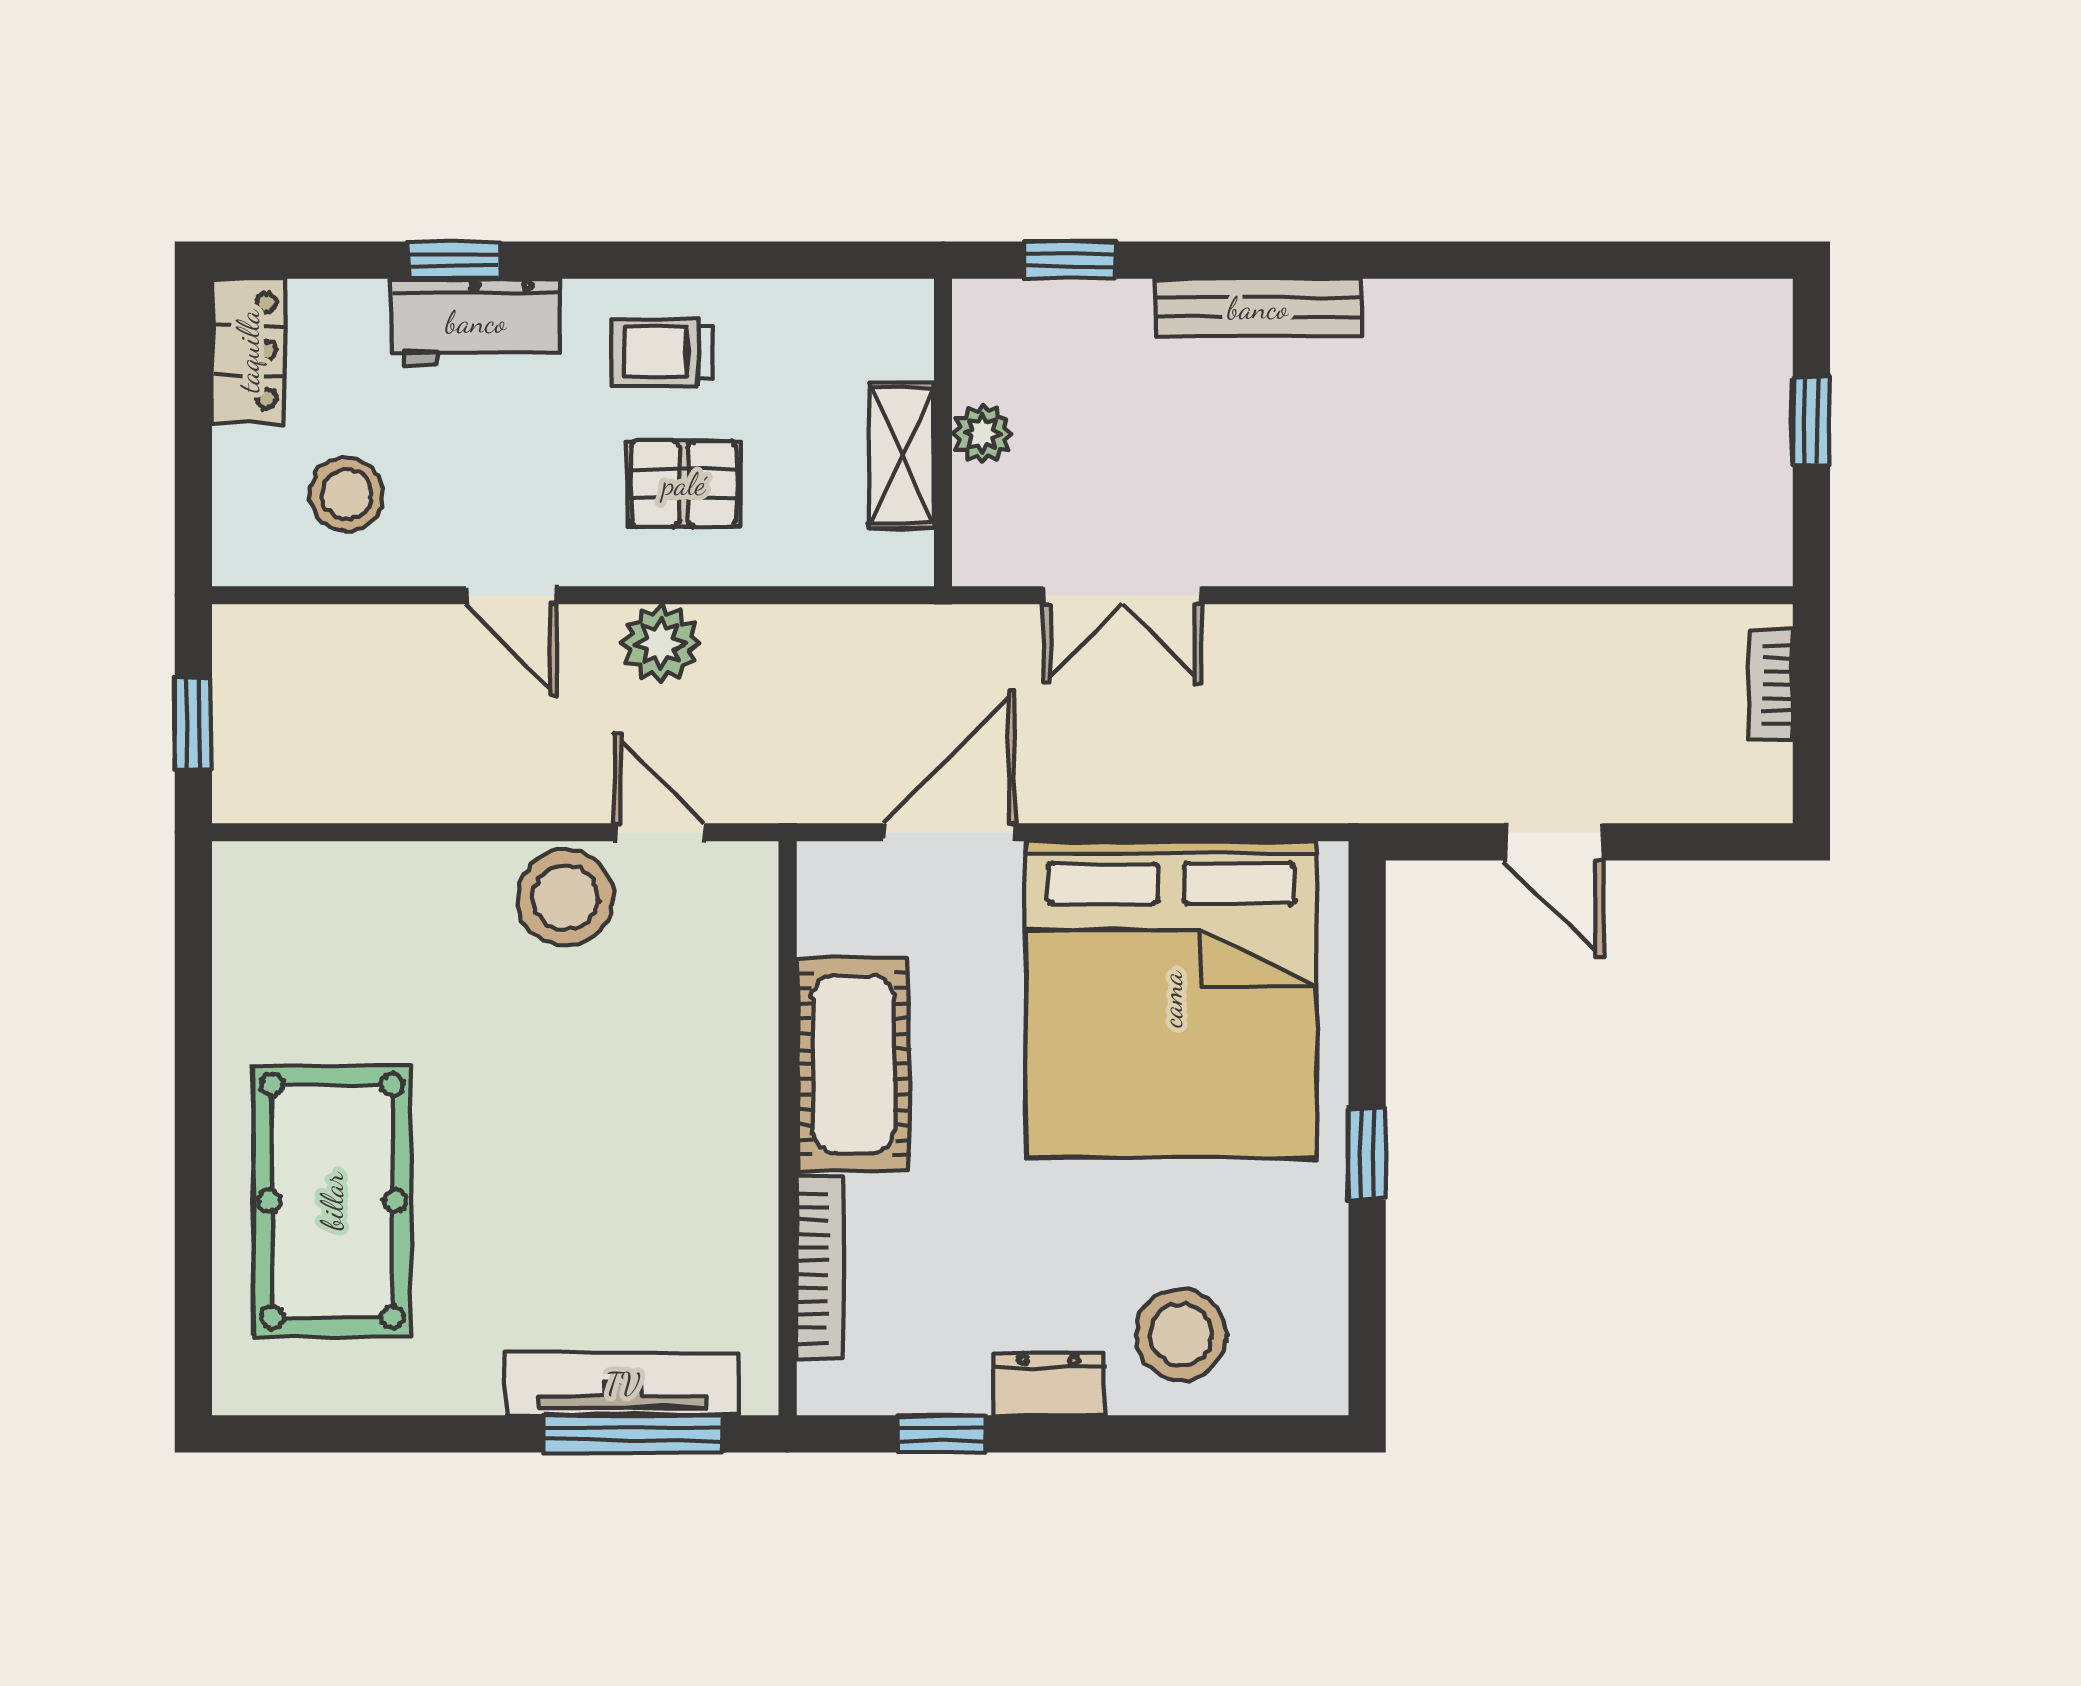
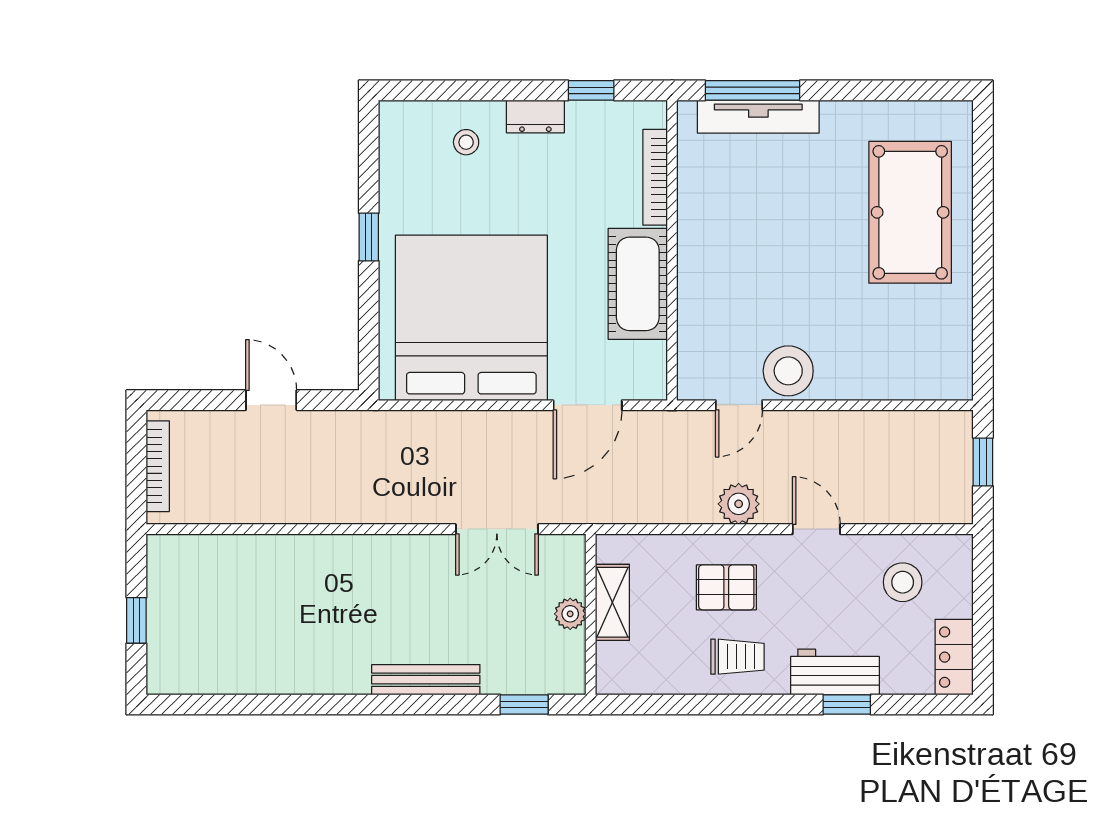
double door: (1122, 595) -> (497, 529), swing flipped
bookcase: (1771, 684) -> (158, 466), width x1.56
door: (659, 832) -> (739, 405), hinge flipped
stool: (1181, 1335) -> (466, 142), width x0.53, depth x0.53

